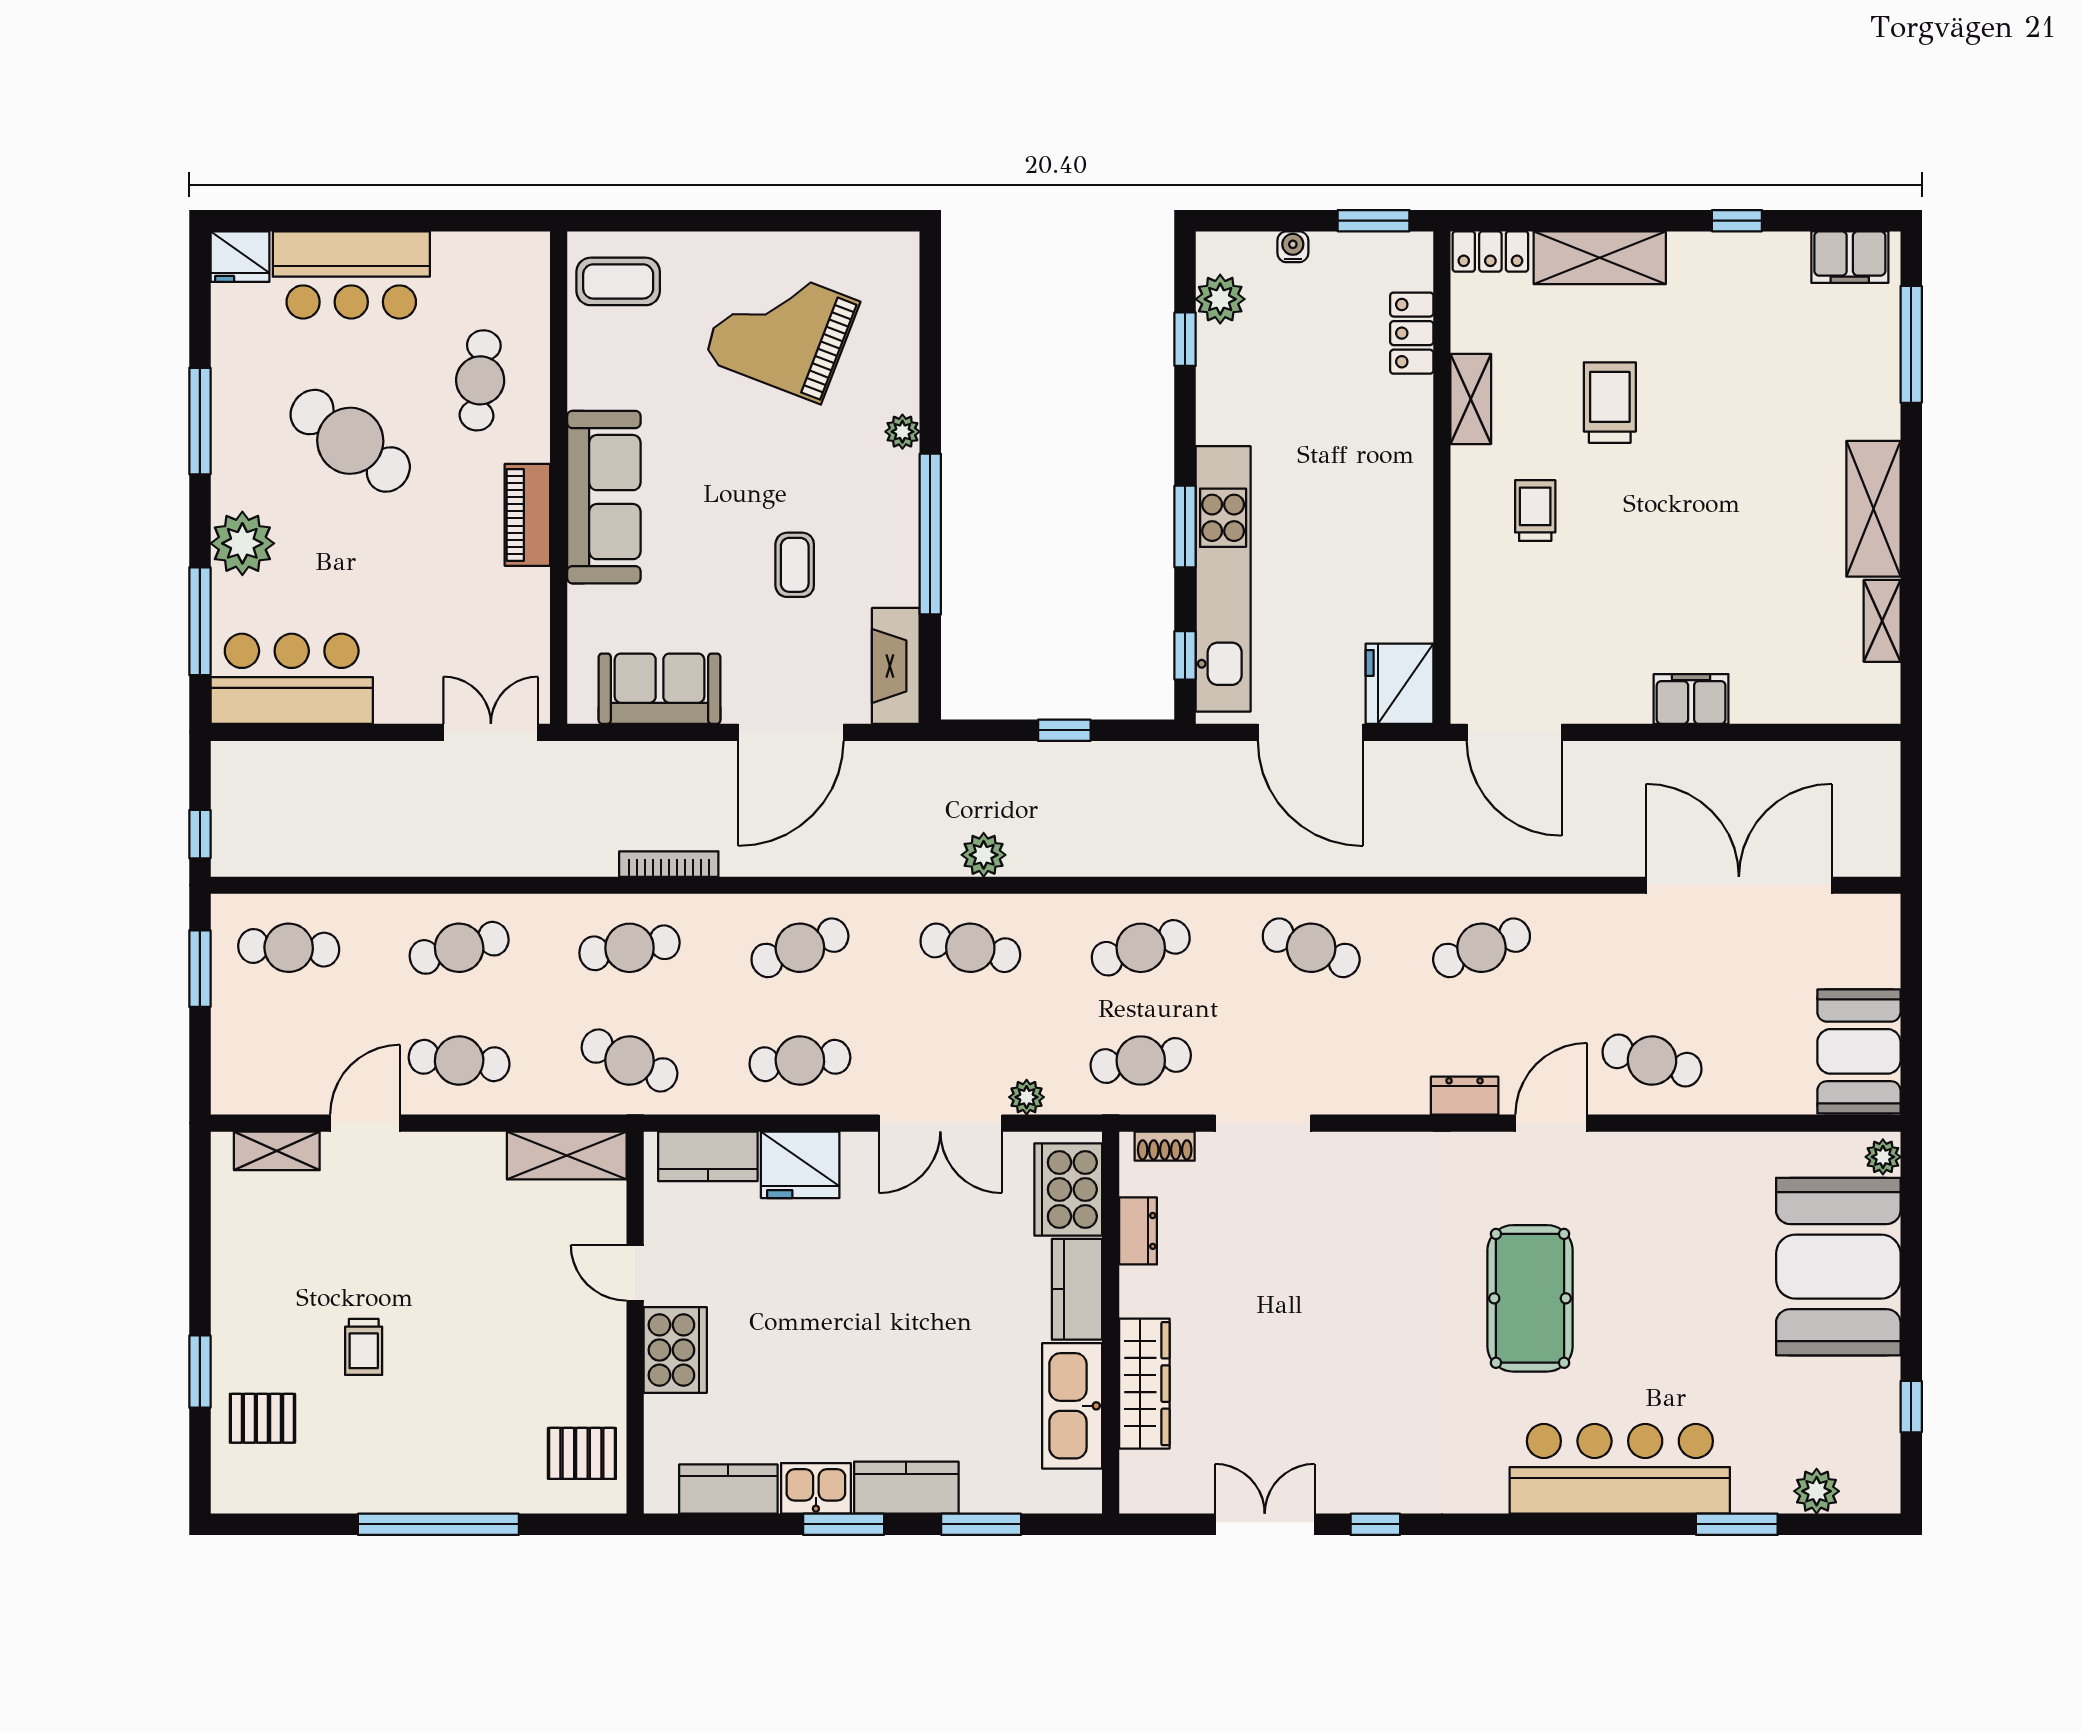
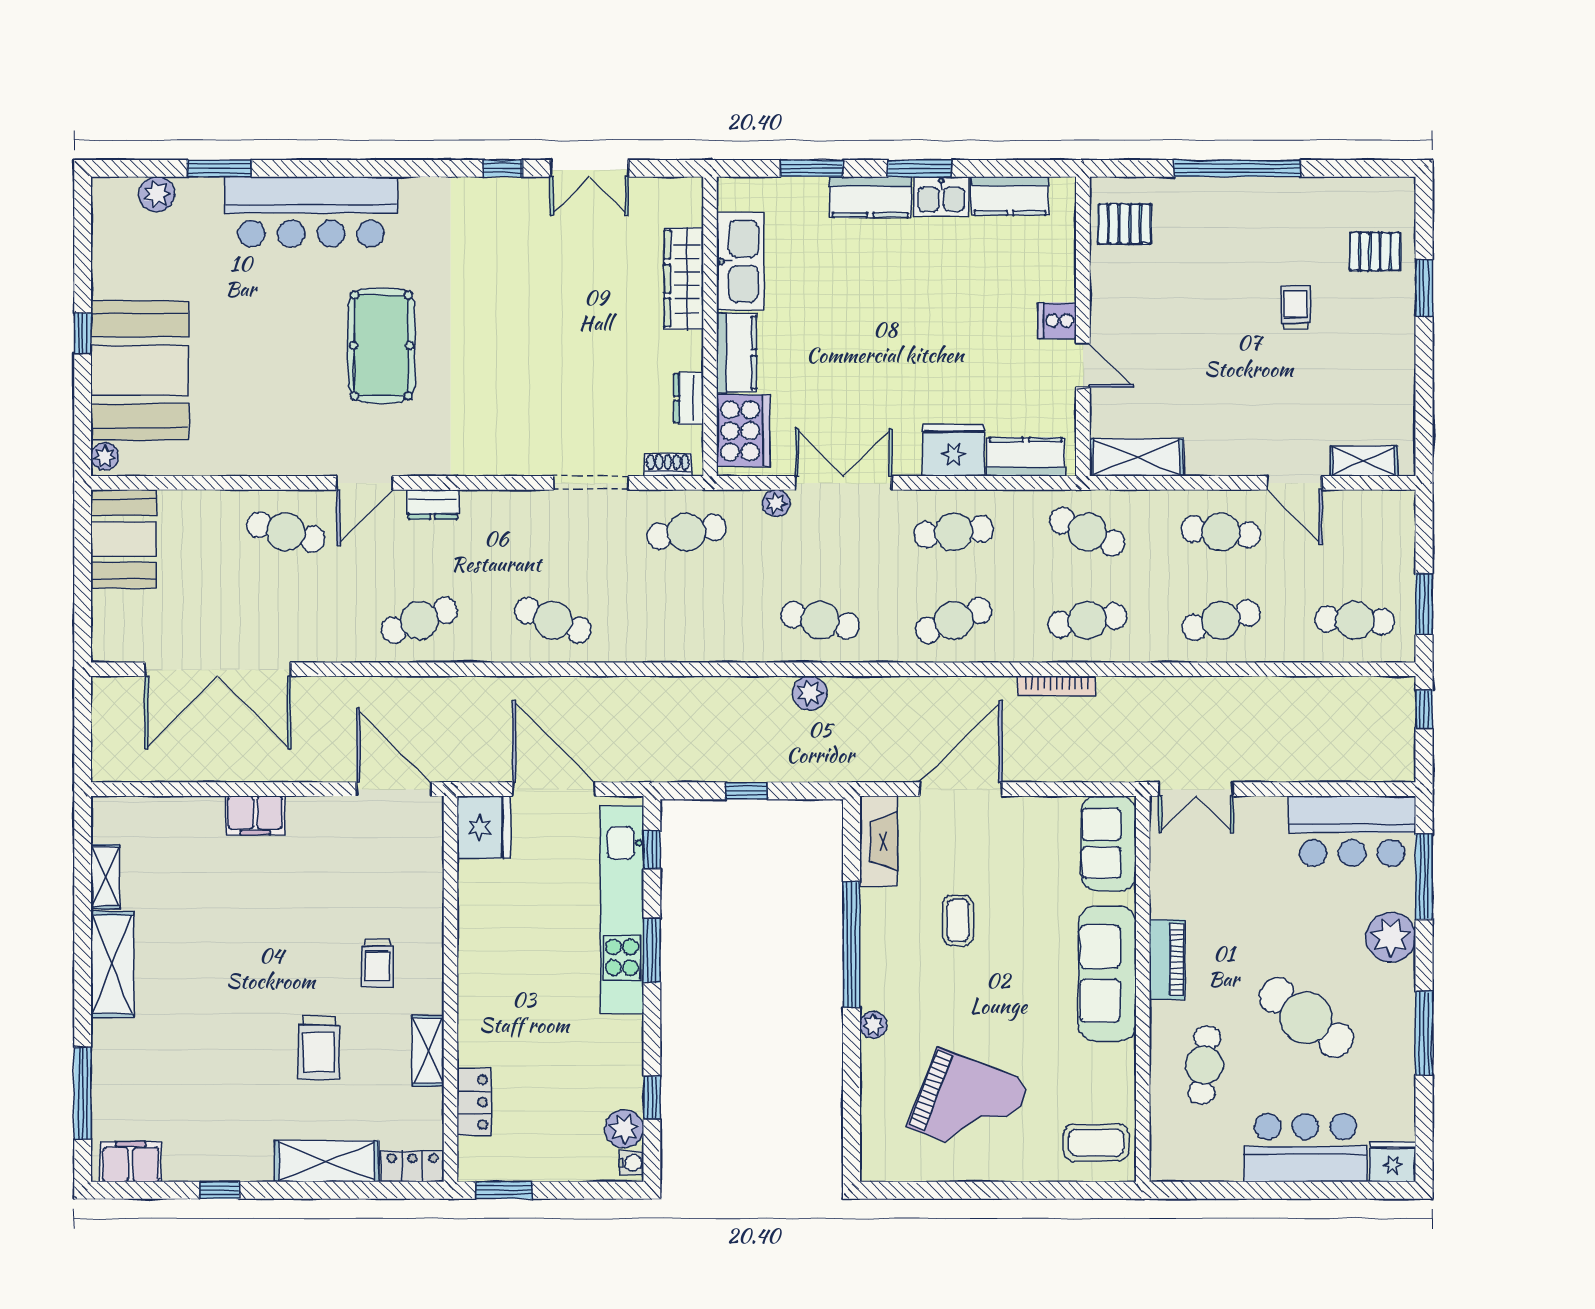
water cooler: (1293, 247) -> (631, 1163), moved, turned -90
sofa: (659, 689) -> (1109, 843), moved, turned 90
cafe table: (1141, 948) -> (687, 620), removed
door: (365, 1123) -> (1295, 483), hinge flipped
cooker: (675, 1350) -> (1057, 321), width x0.53, depth x0.76
window: (1911, 1407) -> (83, 333), moved

